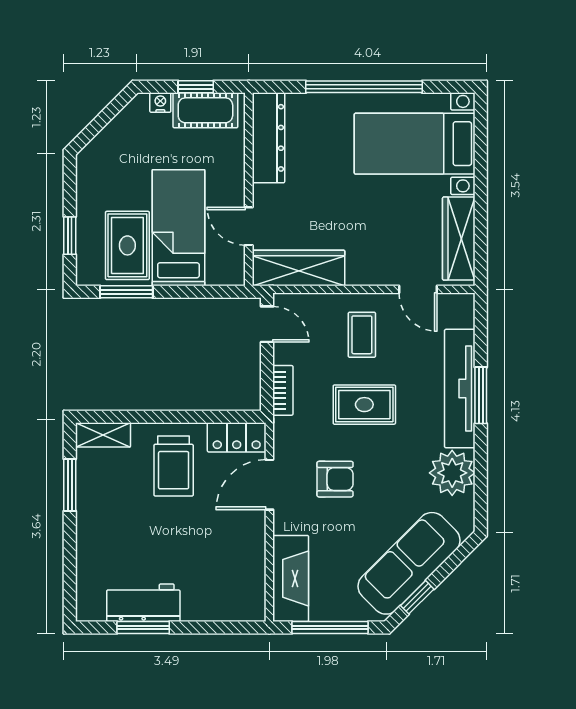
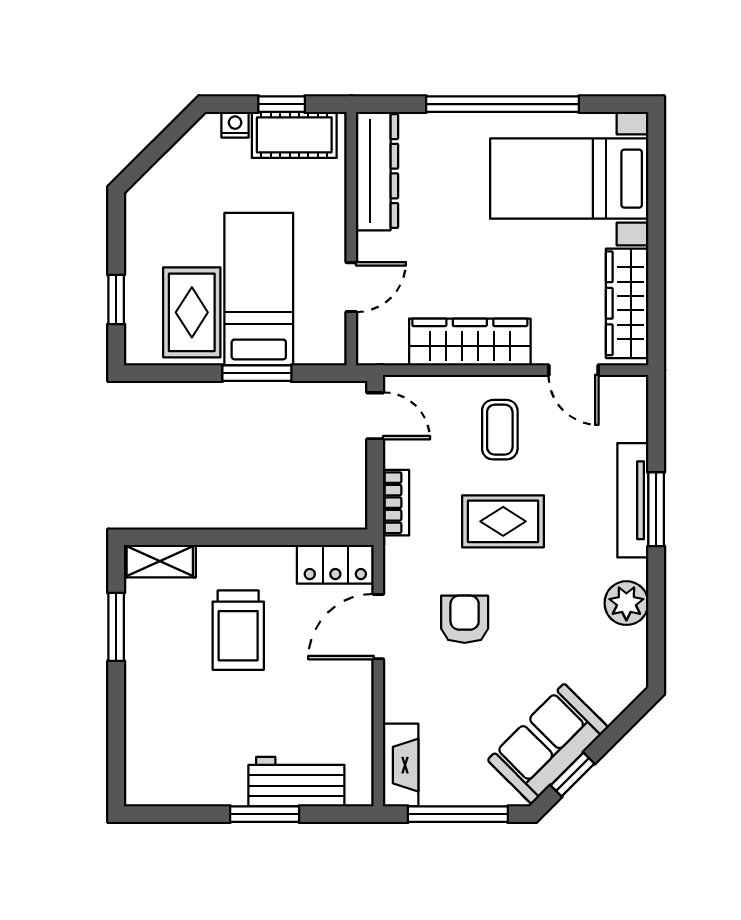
door: (249, 226) -> (351, 287), swing flipped
wardrobe: (299, 268) -> (470, 342), moved
window: (126, 292) -> (257, 373), moved
tv unit: (460, 389) -> (633, 500), width x0.73, depth x0.78
trolley: (174, 466) -> (238, 630), moved
plant: (452, 473) -> (626, 603), width x0.73, depth x0.73
armchair: (335, 479) -> (465, 619), turned -90
sofa: (409, 563) -> (548, 744), width x0.73
fireplace: (291, 578) -> (401, 765), width x0.73, depth x0.76
workbench: (143, 603) -> (296, 782), moved
window: (143, 628) -> (265, 814), moved

